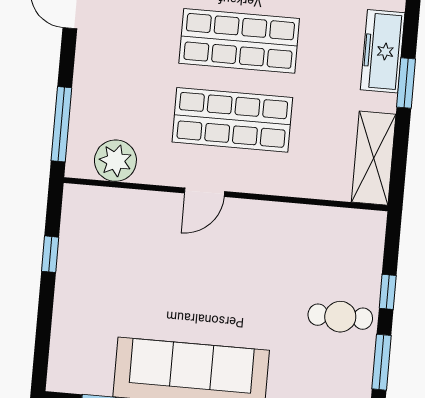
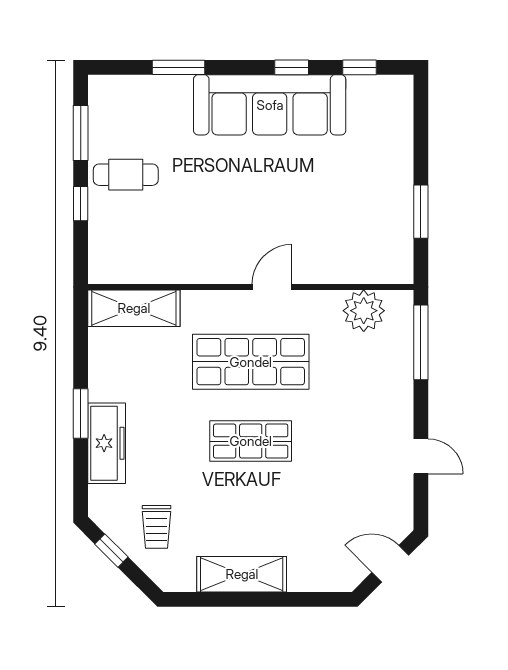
shop shelf: (239, 41) -> (251, 441), width x0.70, depth x0.74
shelving: (374, 158) -> (134, 308), moved, turned 90
window: (50, 254) -> (421, 212), width x1.50

